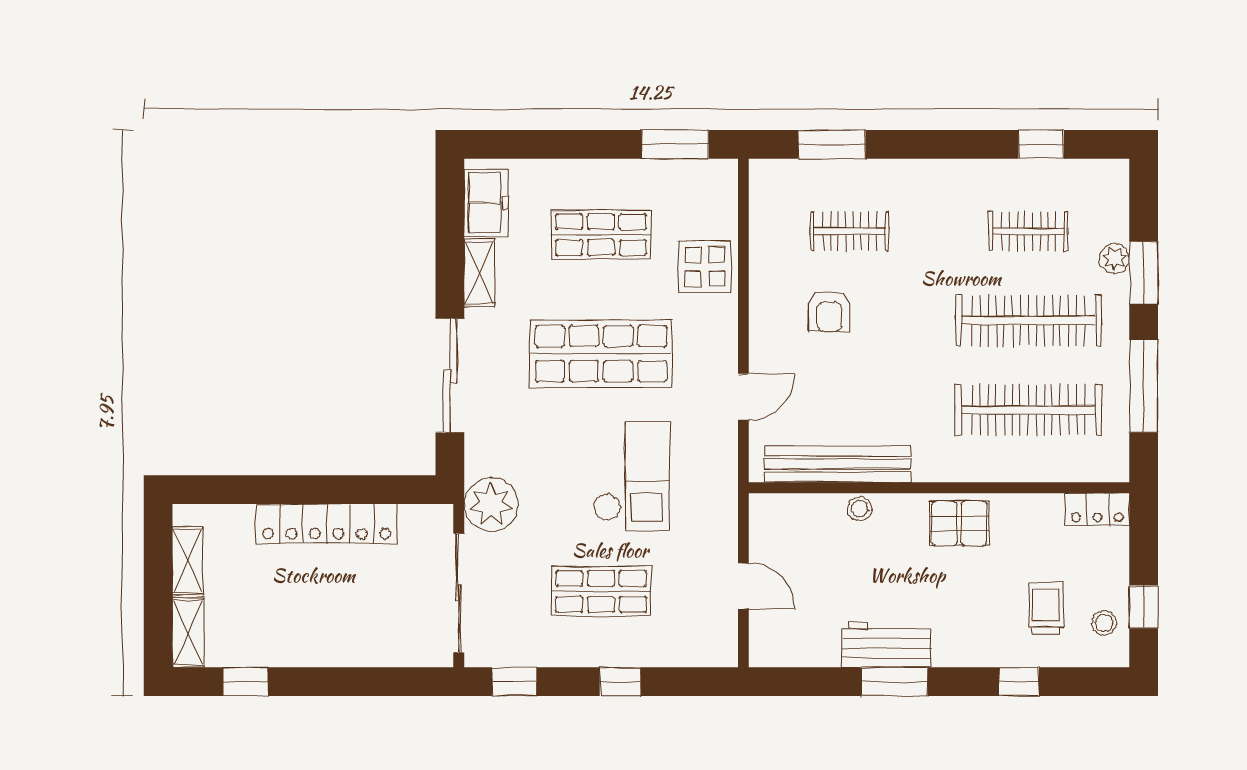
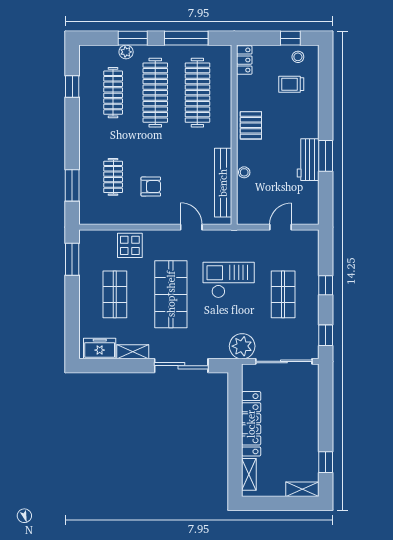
clothes rail: (1028, 231) -> (113, 93), width x1.36
shelving: (188, 561) -> (249, 474), moved, turned 90
window: (1019, 682) -> (326, 97), removed

